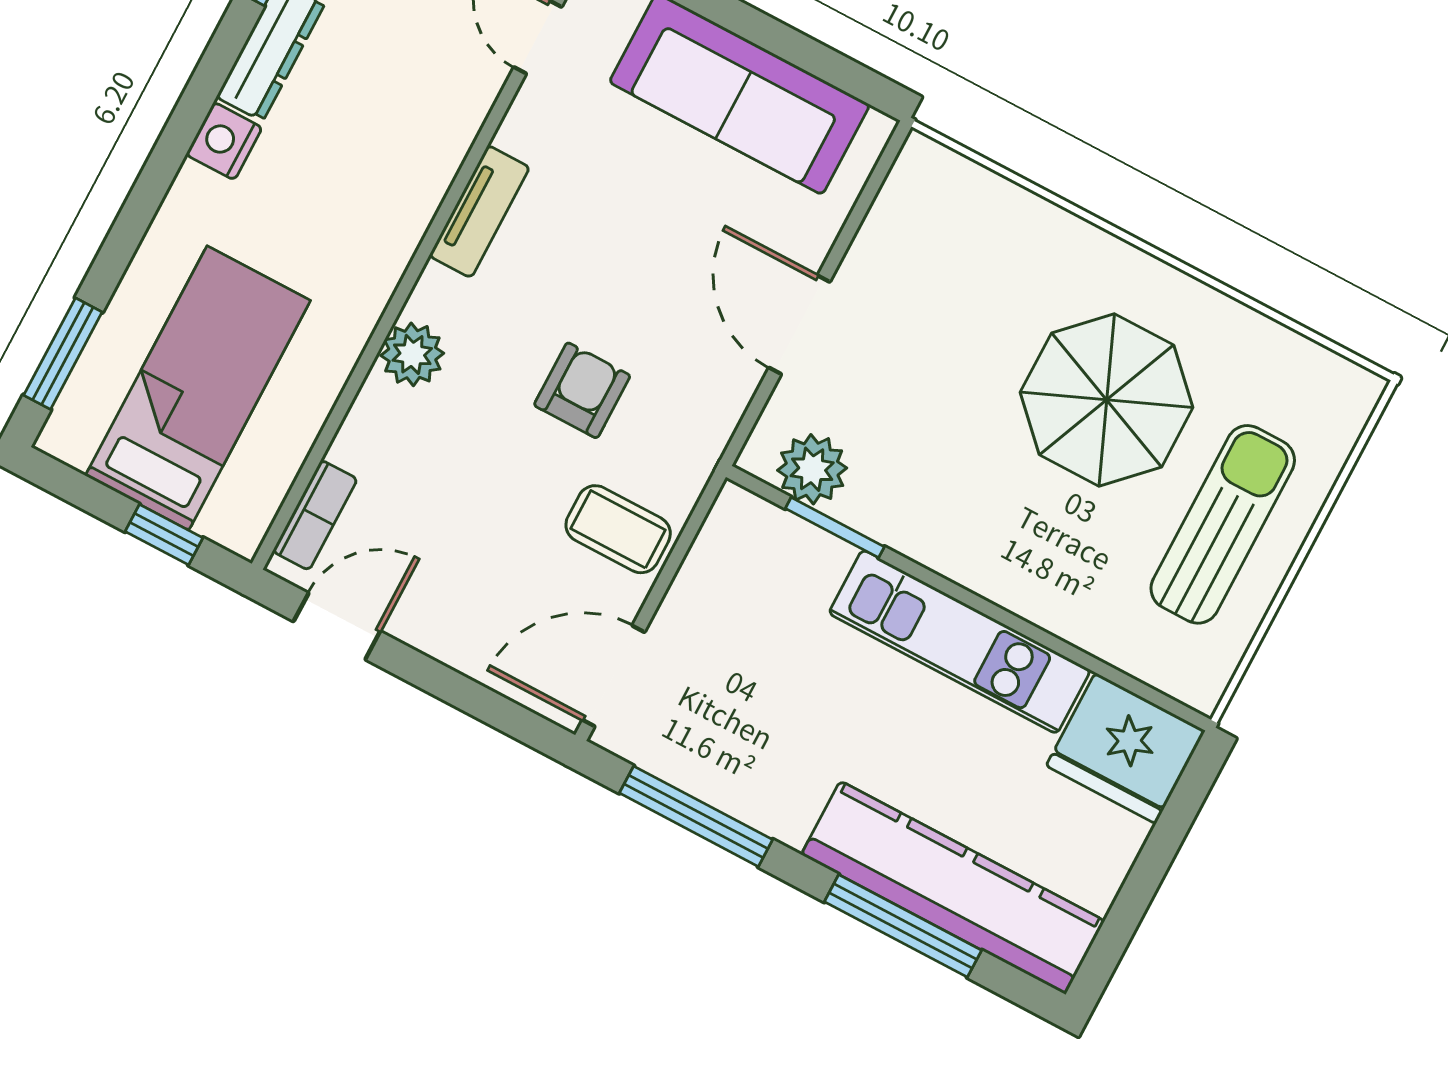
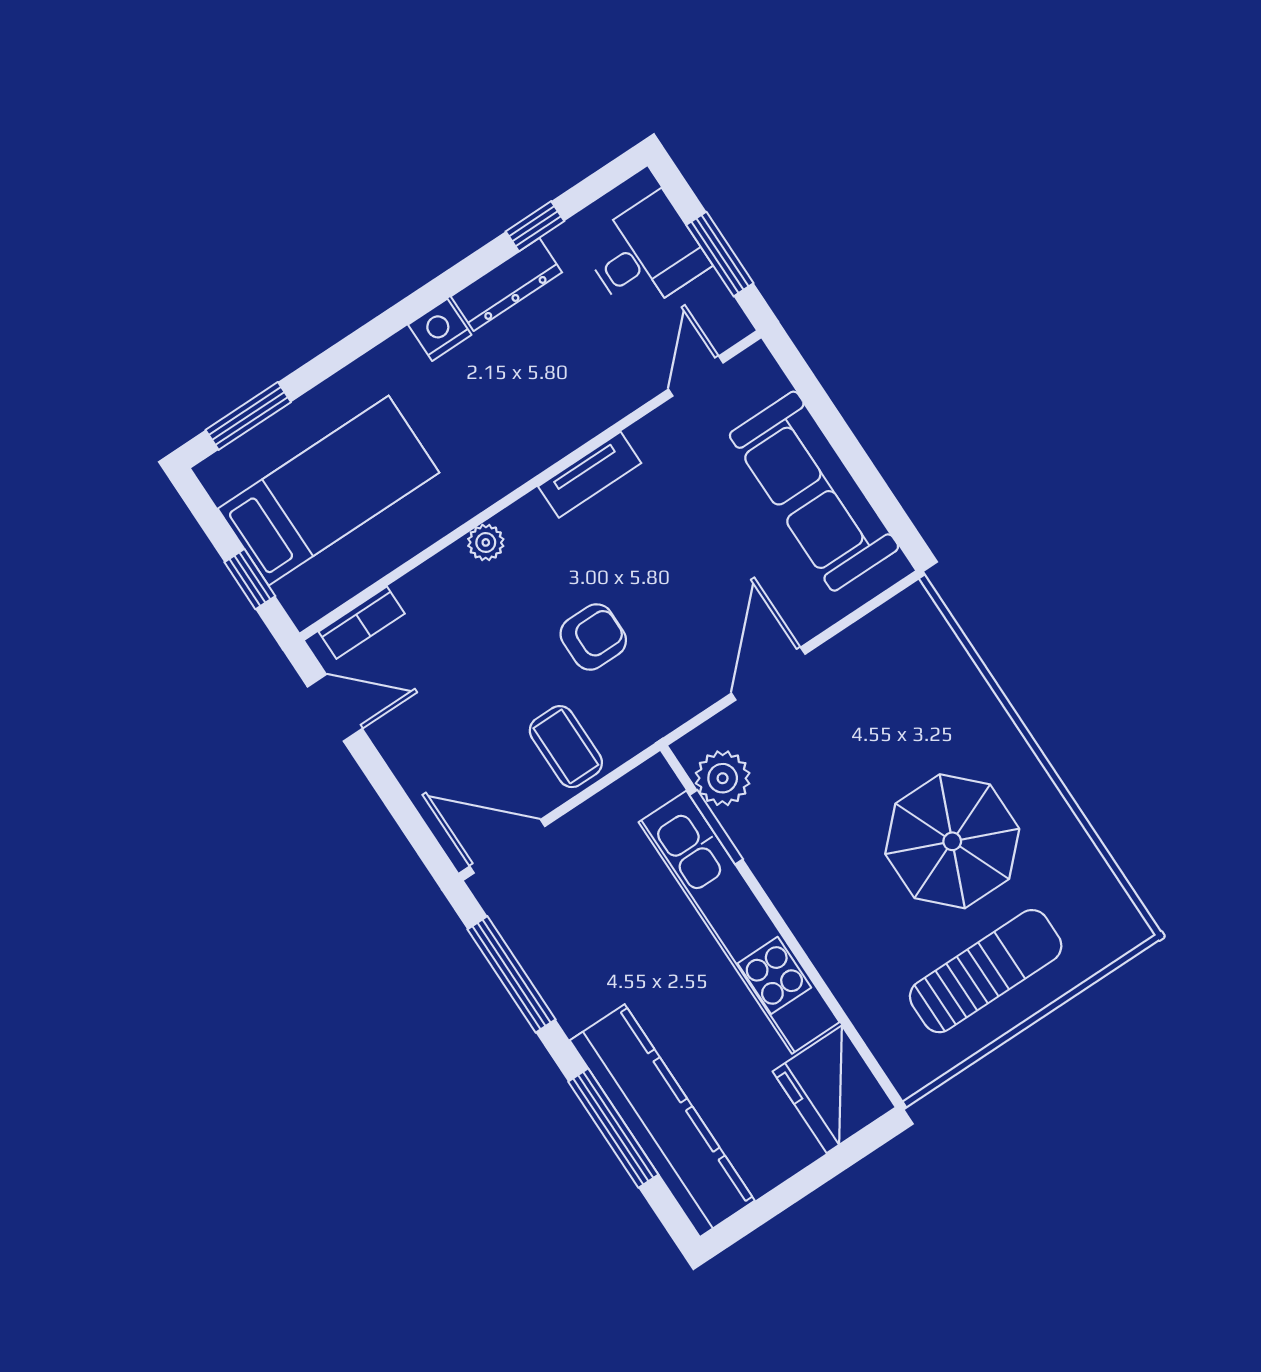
plant: (412, 354) -> (486, 542), width x0.73, depth x0.73
kitchen unit: (960, 642) -> (739, 922), width x1.36

